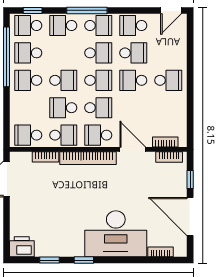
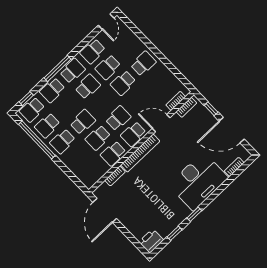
school desk: (133, 53) -> (108, 67), turned 180
school desk: (98, 80) -> (103, 102), removed
school desk: (28, 135) -> (93, 173), removed
school desk: (63, 135) -> (113, 154), turned 180

